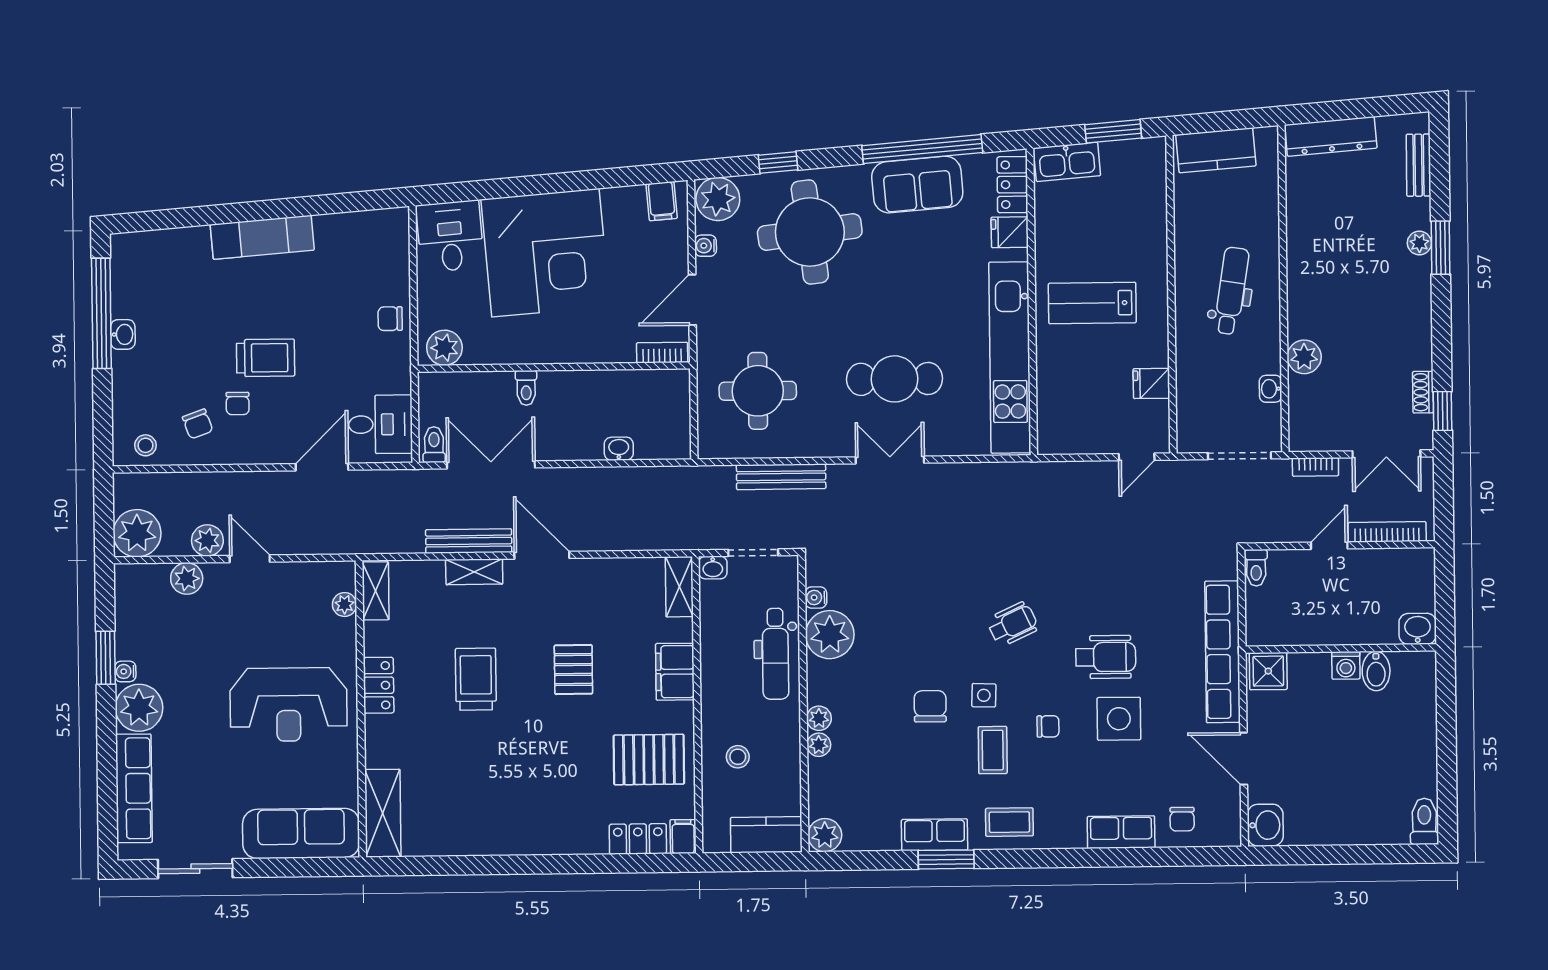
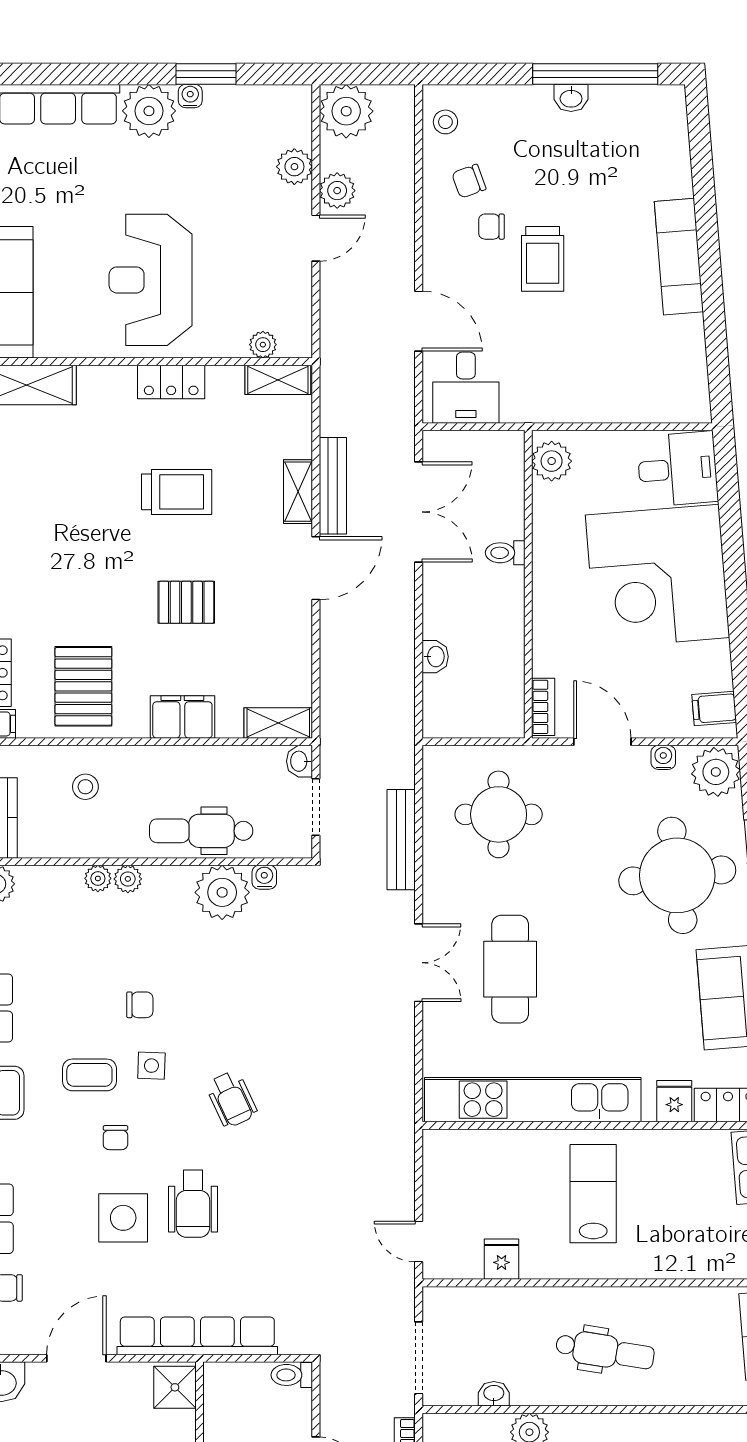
chair: (390, 319) -> (585, 400), removed
toilet: (434, 445) -> (442, 448), removed
chair: (930, 706) -> (140, 1005), width x0.73, depth x0.73

